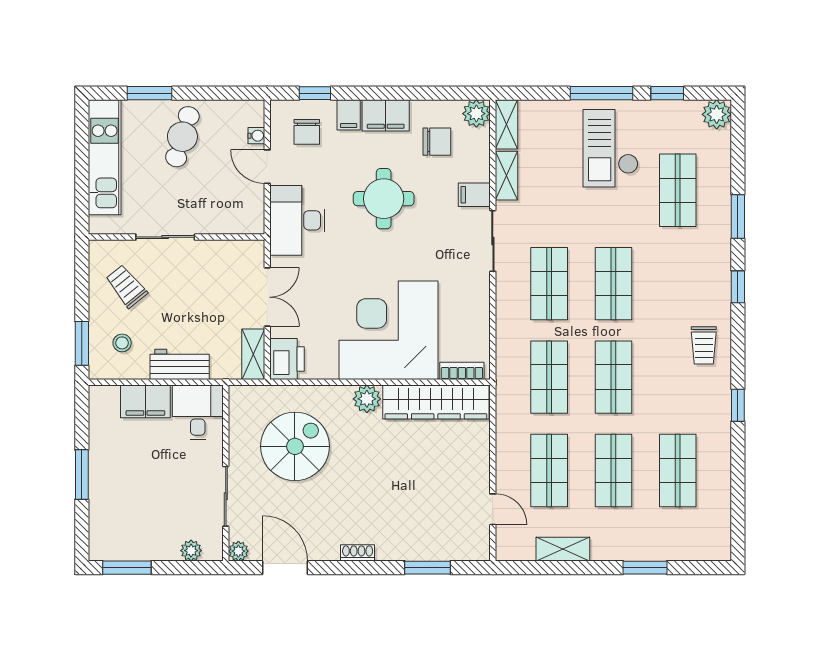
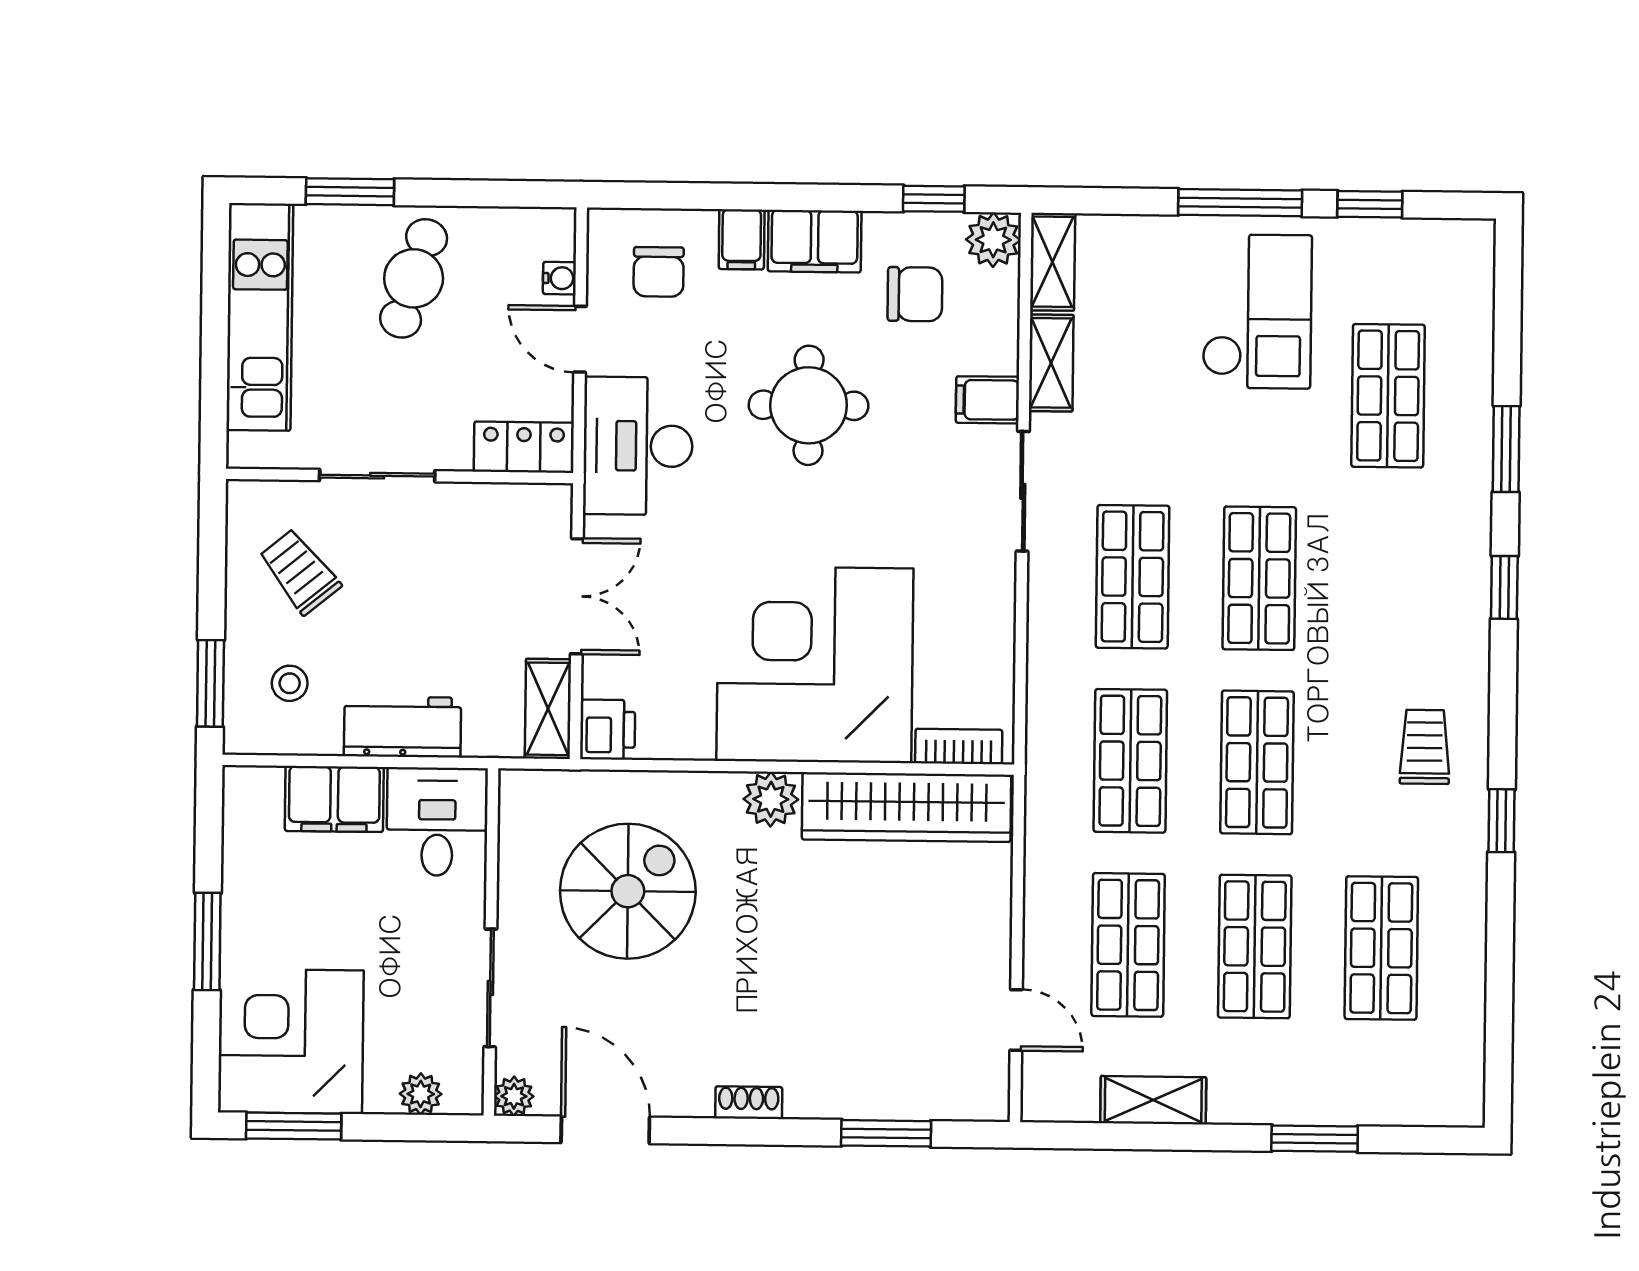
window: (315, 93) -> (934, 199), moved
plant: (717, 114) -> (1467, 247), removed
checkout: (611, 148) -> (1257, 311), turned 180
locker: (239, 222) -> (524, 447), added
trolley: (704, 345) -> (1425, 747), moved, turned 180
printer: (287, 359) -> (608, 730), width x0.73, depth x0.81
corner desk: (125, 525) -> (291, 1041), added

